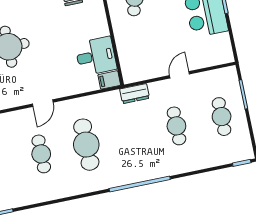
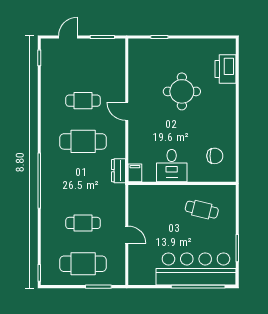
desk: (96, 56) -> (172, 166), moved
dresser: (135, 94) -> (119, 171), moved
cafe table: (222, 117) -> (83, 264), width x1.37, depth x1.35

